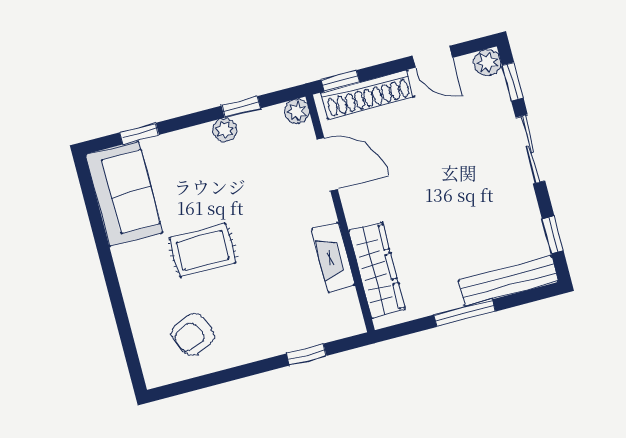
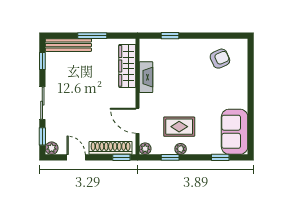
rug: (203, 250) -> (179, 127), moved

